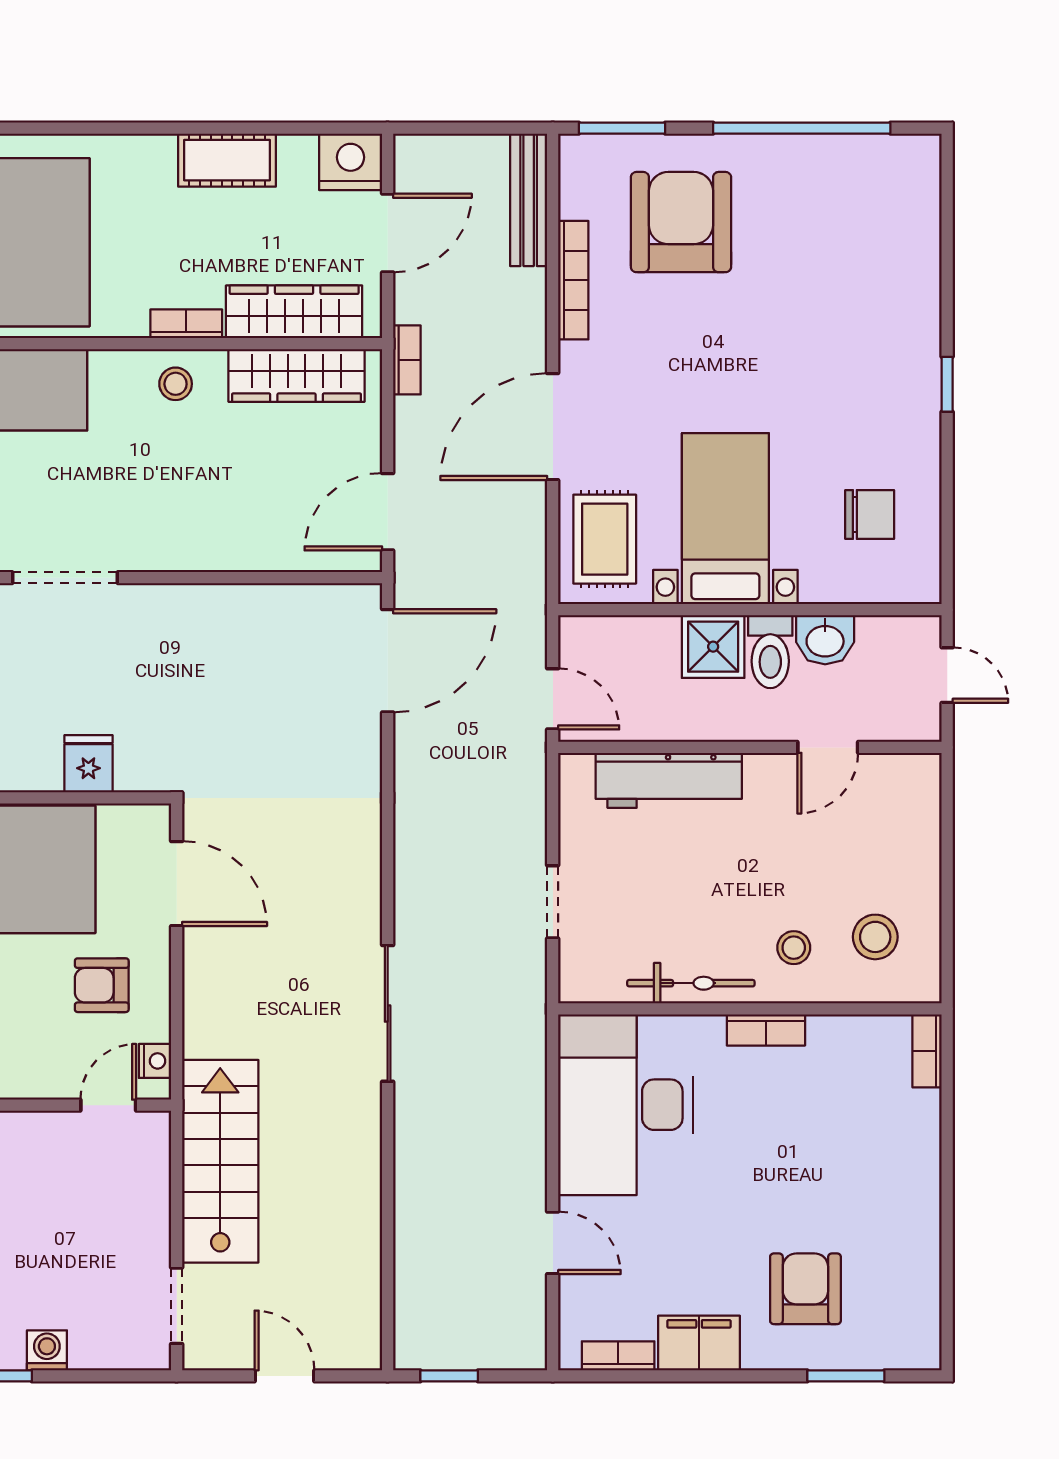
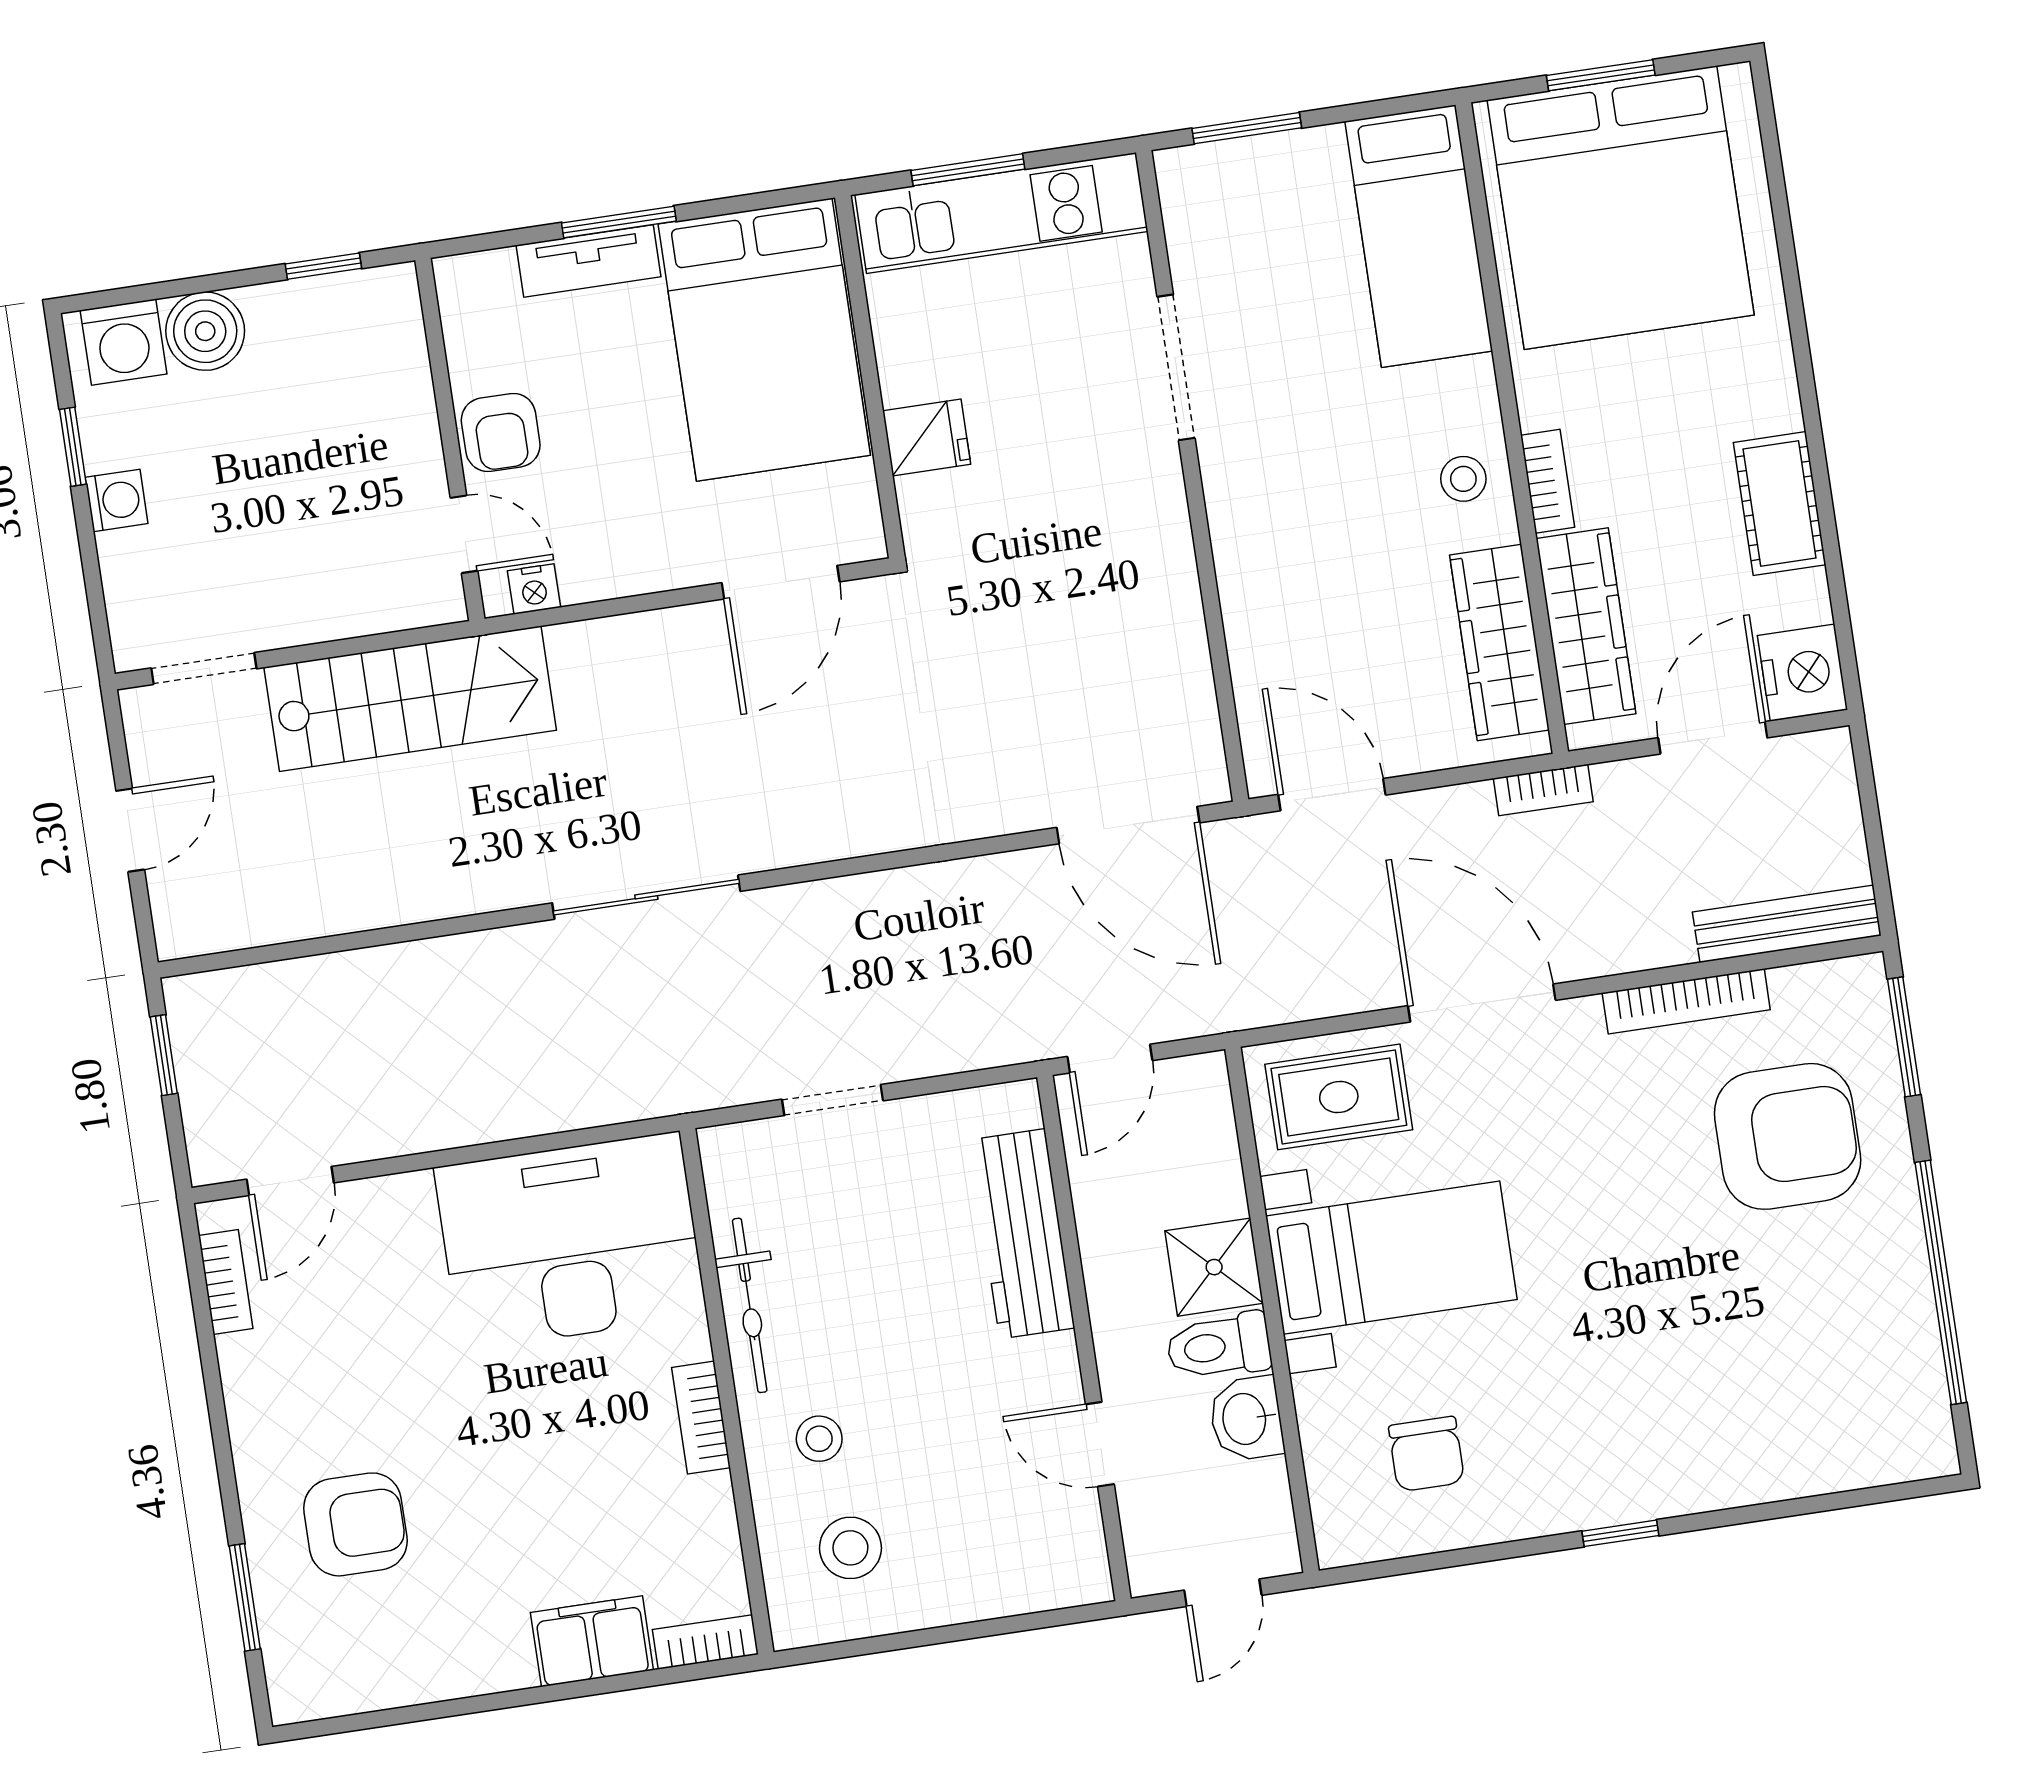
door: (388, 233) -> (1713, 738), swing flipped
armchair: (102, 985) -> (501, 432), moved, turned 180
door: (553, 1243) -> (290, 1181), moved
filing cabinet: (699, 1343) -> (592, 1641), moved, turned -90

